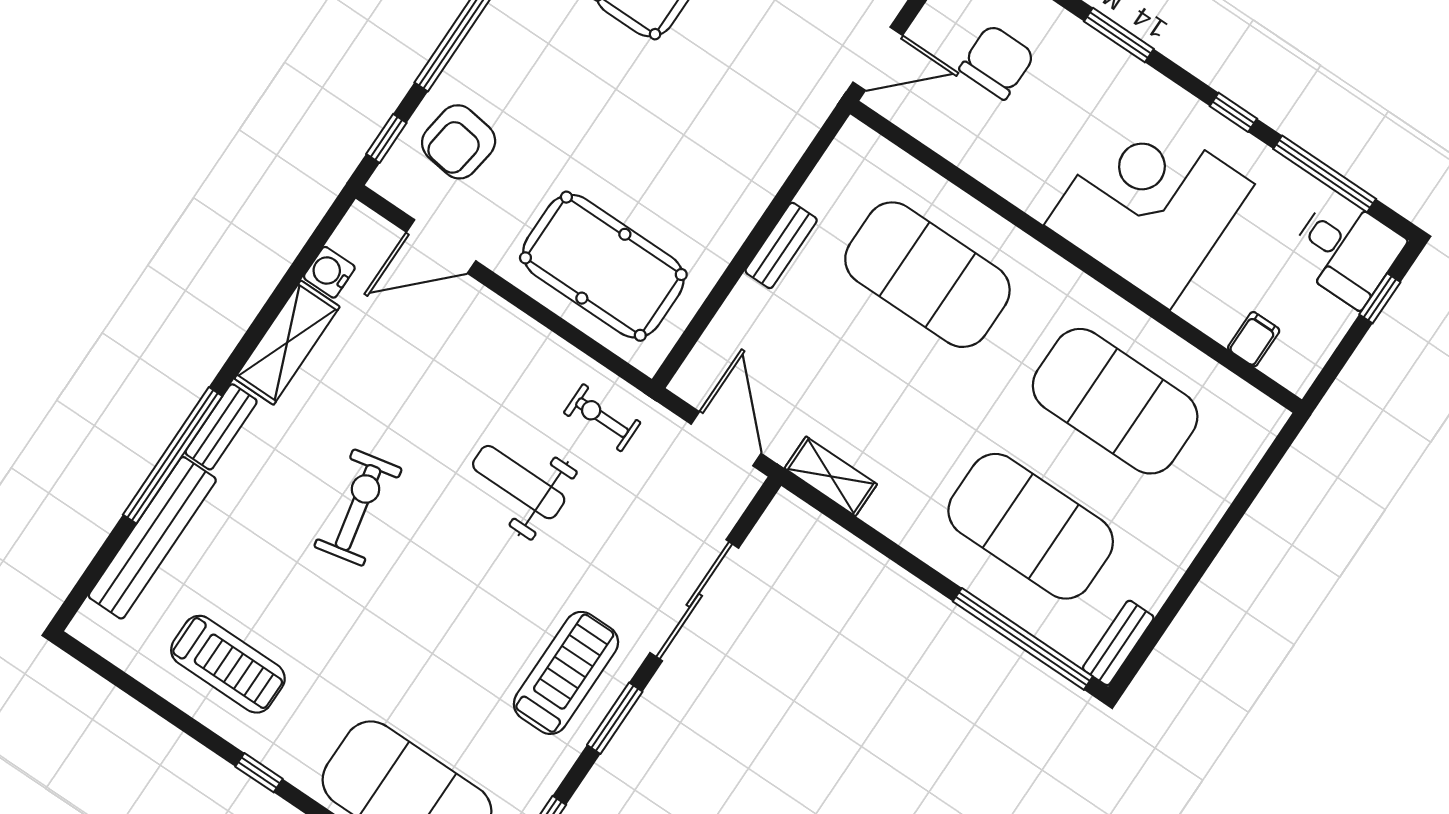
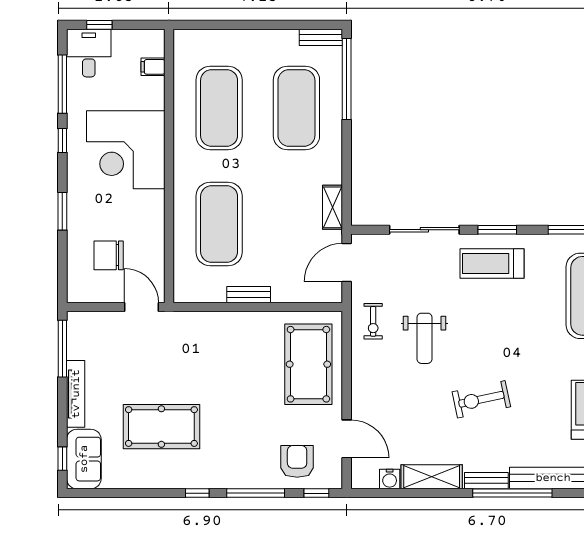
armchair: (459, 142) -> (297, 461), turned -98

